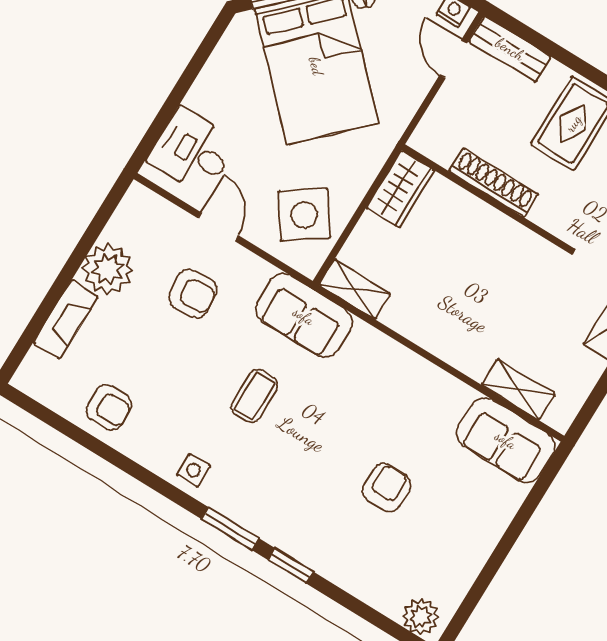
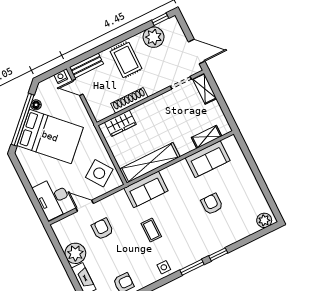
desk: (192, 151) -> (53, 198), width x1.37
wardrobe: (400, 189) -> (120, 123), moved, turned 90
shelving: (355, 289) -> (150, 163), width x2.20, depth x1.33
armchair: (193, 294) -> (102, 229), turned -86
sofa: (304, 316) -> (146, 189), moved
sofa: (506, 440) -> (208, 159), moved

